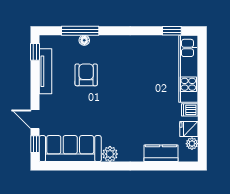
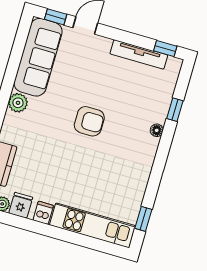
window: (80, 31) -> (175, 110), width x0.46
floor lamp: (84, 40) -> (157, 130), moved
armchair: (86, 75) -> (89, 121), moved

